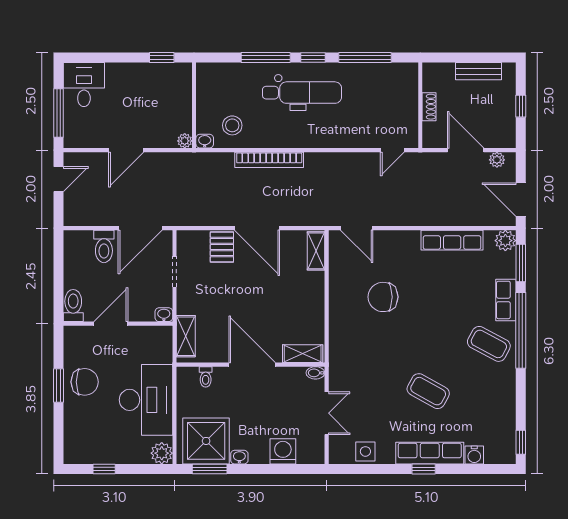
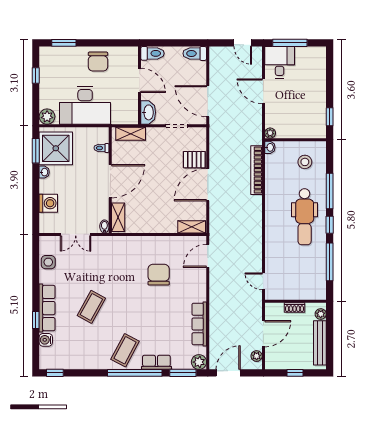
plant: (438, 70) -> (321, 314), added
bench: (479, 71) -> (320, 343), width x1.36
desk: (84, 85) -> (280, 62), moved, turned -90
stool: (232, 125) -> (305, 162), moved
bookcase: (269, 160) -> (257, 170), moved
toilet: (104, 246) -> (195, 53), moved
washbasin: (164, 315) -> (148, 112), width x1.91, depth x1.45
window: (58, 386) -> (64, 43), moved
window: (424, 469) -> (36, 320), moved

